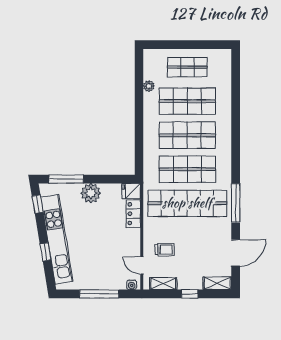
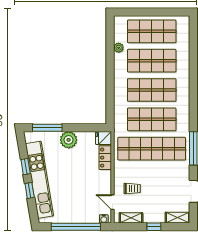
shop shelf: (187, 67) -> (152, 31), width x1.43, depth x1.36
window: (38, 204) -> (26, 167), moved
window: (99, 294) -> (76, 227), width x1.46

